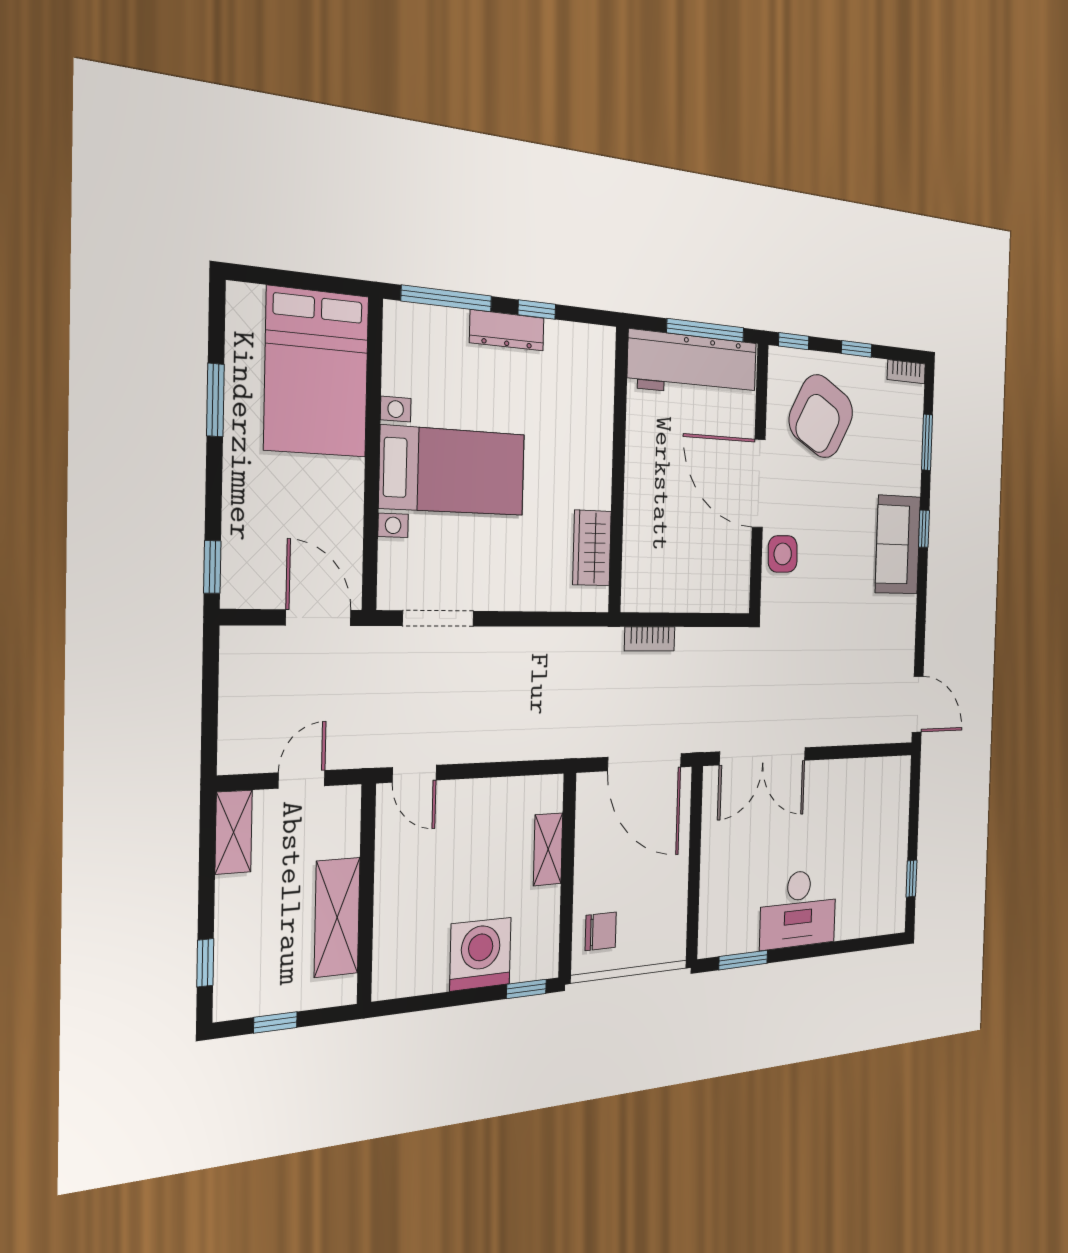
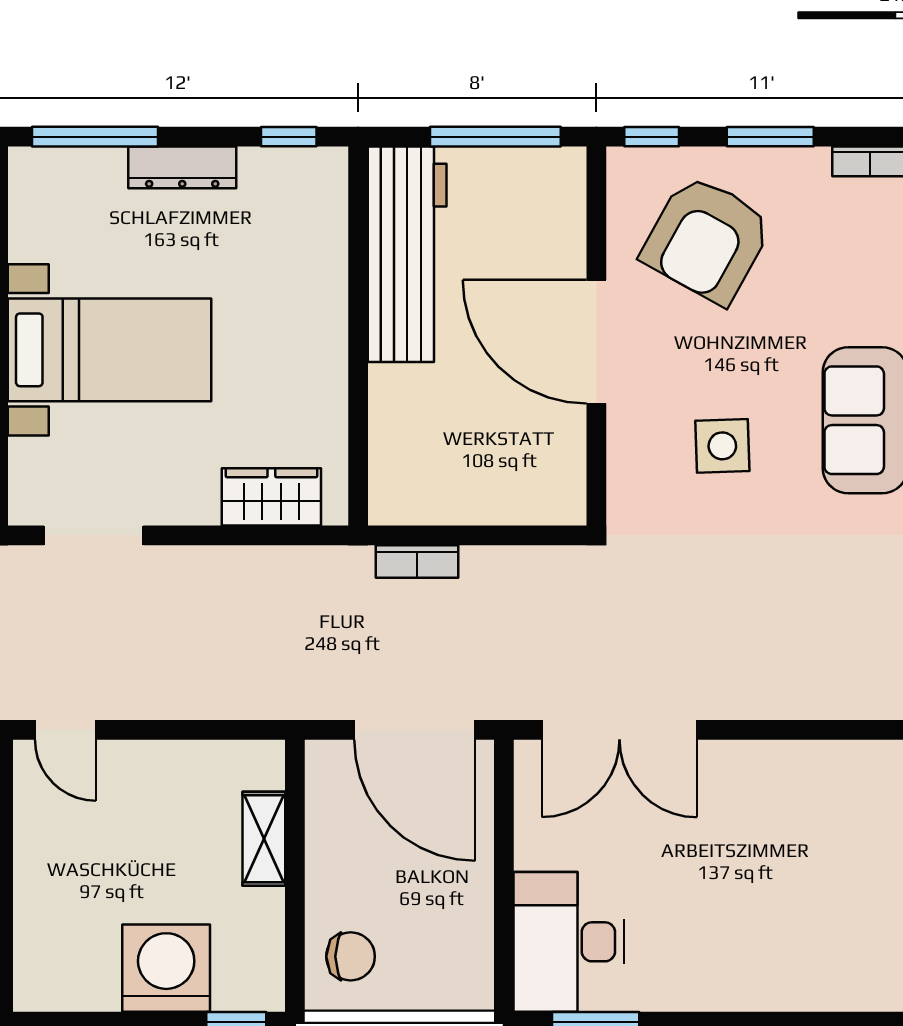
window: (537, 310) -> (289, 137), moved
window: (857, 349) -> (770, 137), width x1.50
workbench: (693, 365) -> (407, 254), moved, turned -90
wardrobe: (592, 548) -> (271, 497), moved, turned 90
side table: (783, 554) -> (722, 446), moved
desk: (798, 909) -> (569, 942), moved, turned 90

